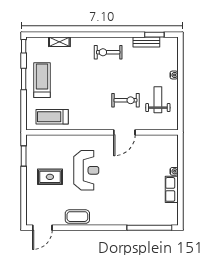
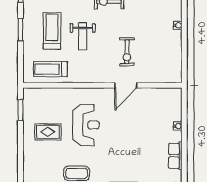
treadmill: (42, 80) -> (52, 31), moved
exercise bike: (125, 100) -> (127, 52), turned 90
weight bench: (158, 100) -> (83, 36), moved, turned 180
row of seats: (172, 189) -> (175, 156), moved

